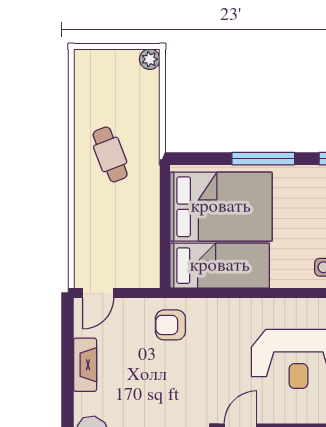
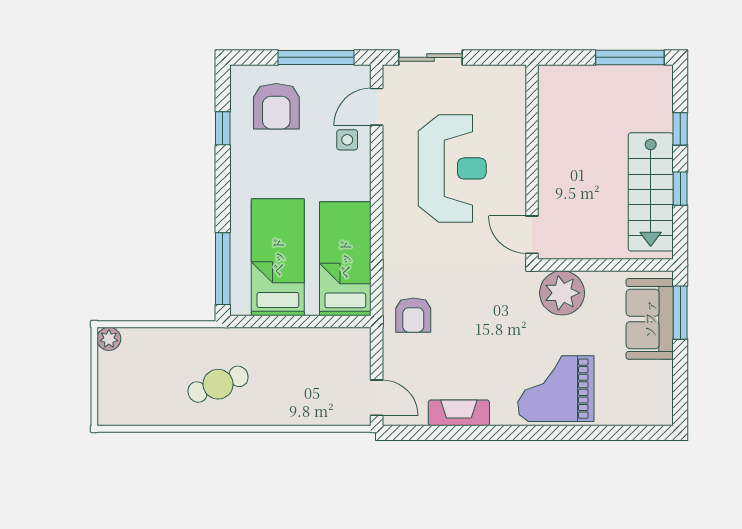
window: (263, 159) -> (223, 269), moved
bed: (221, 207) -> (278, 257), width x0.67

